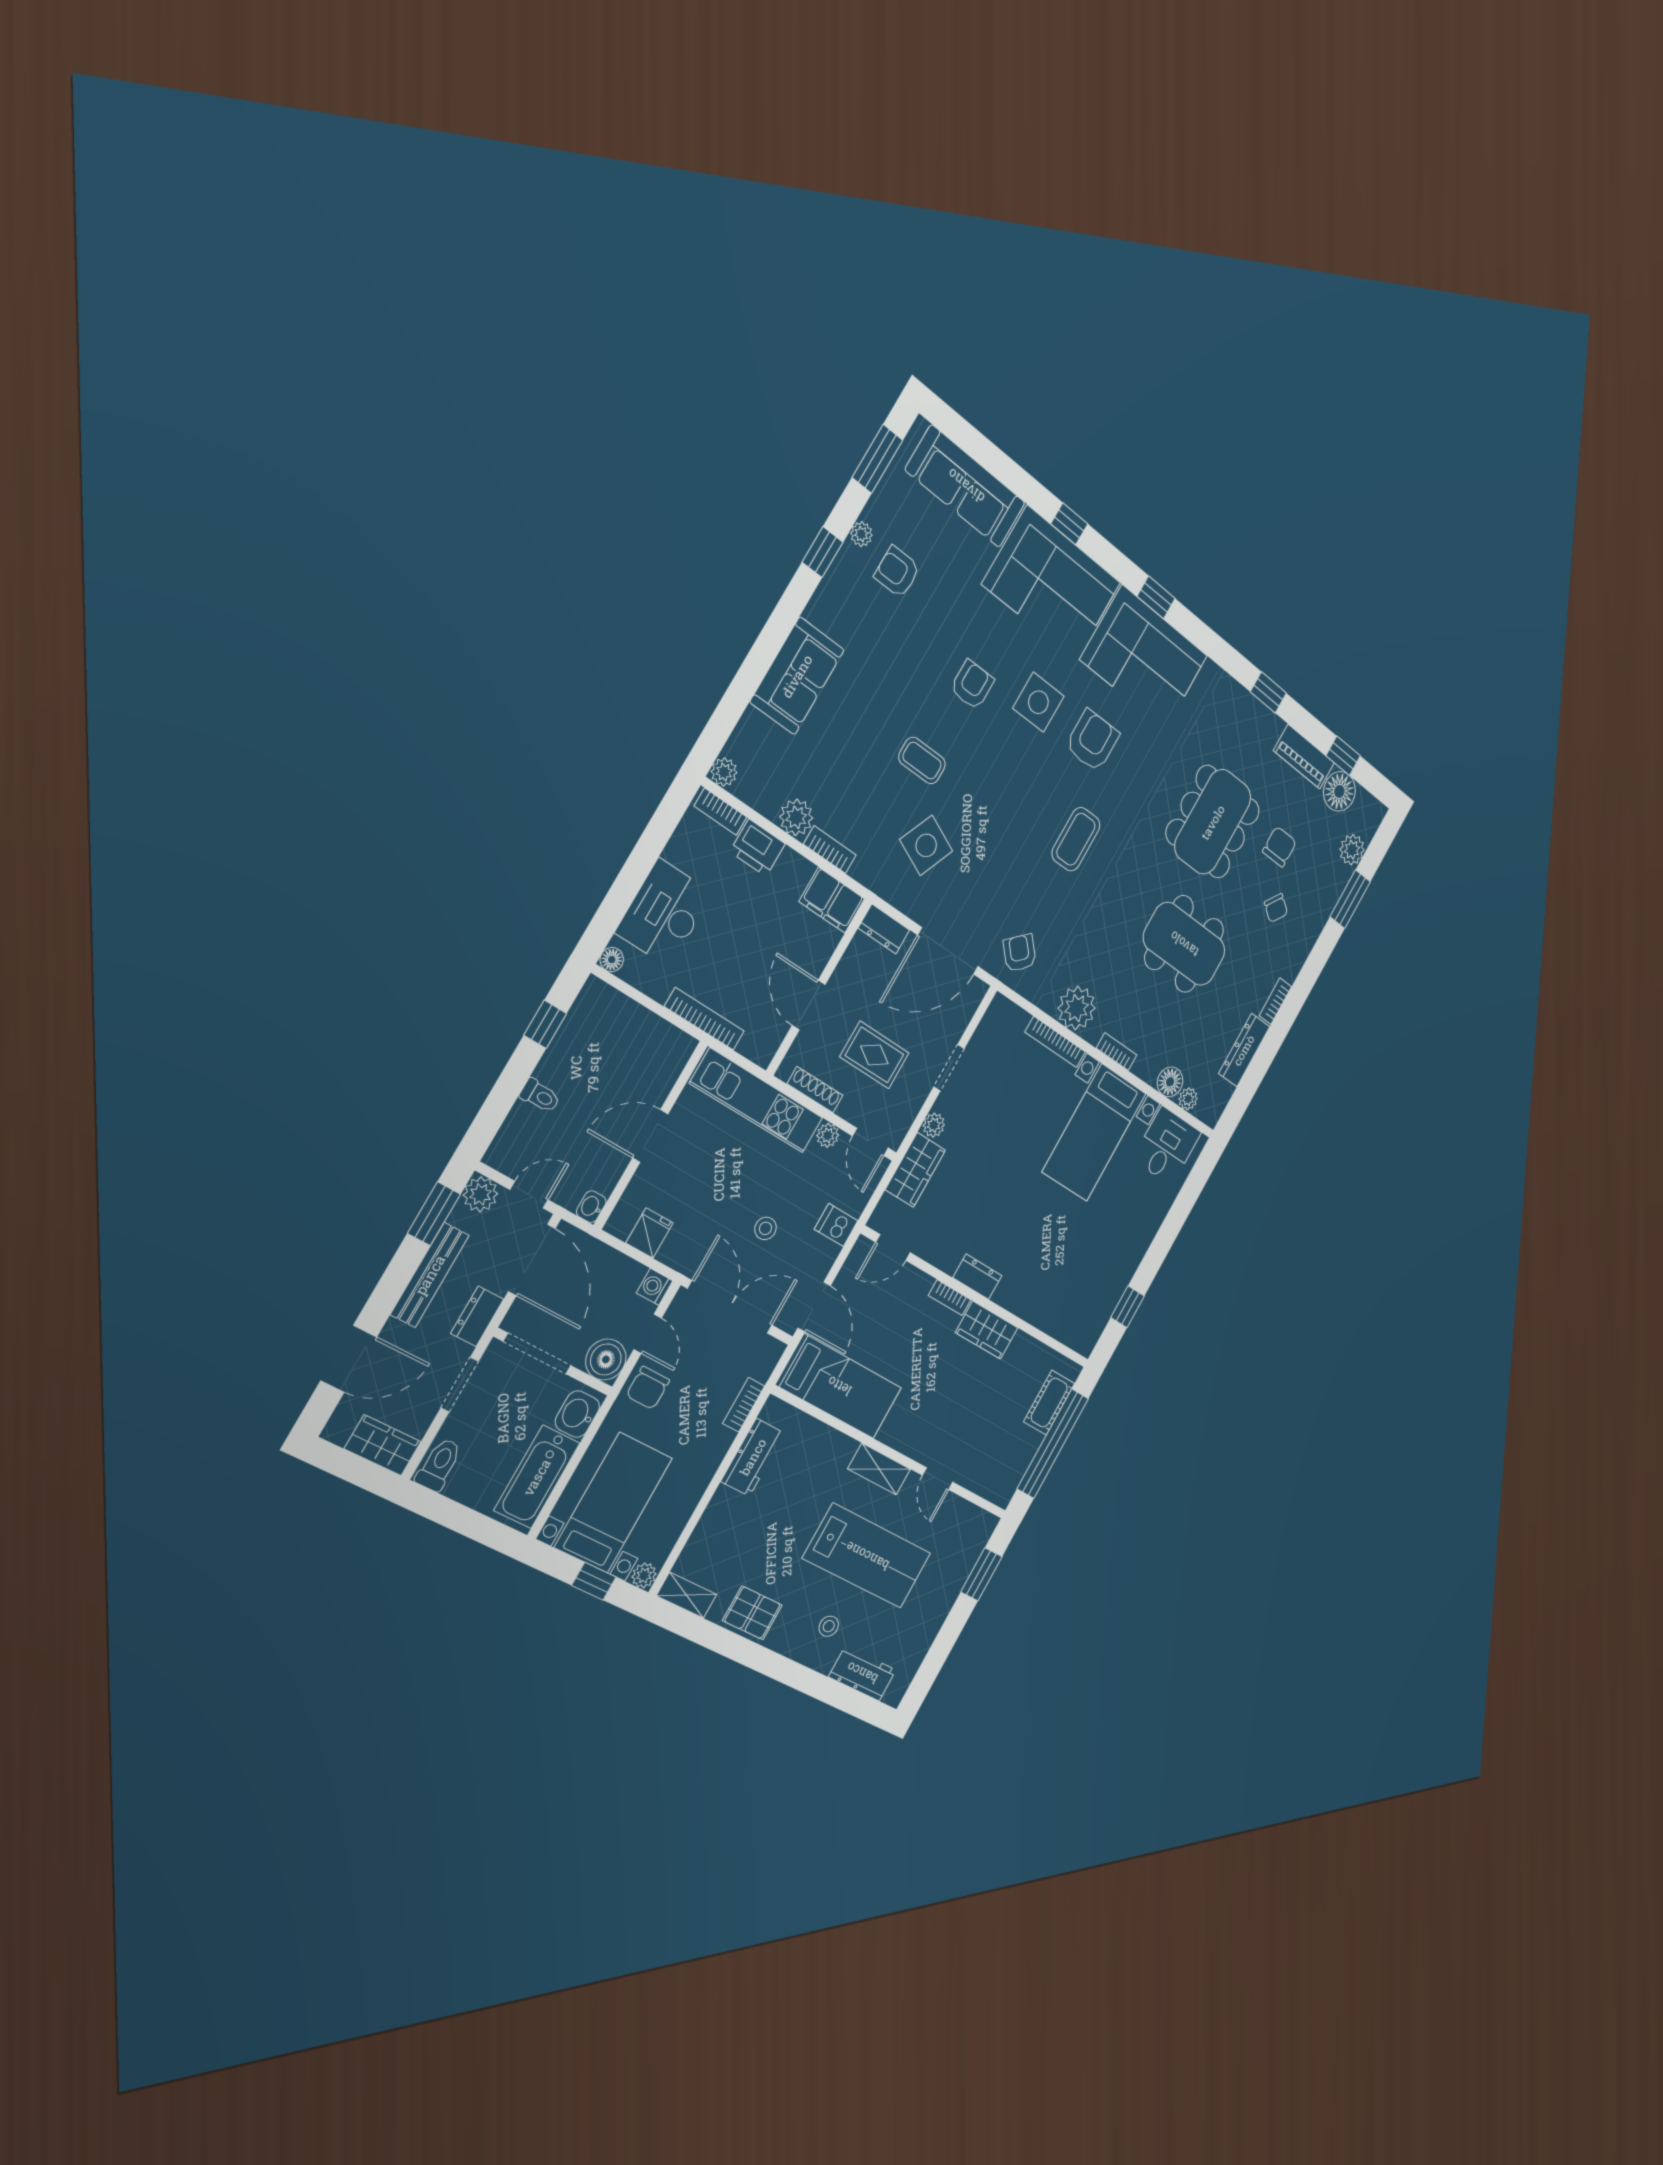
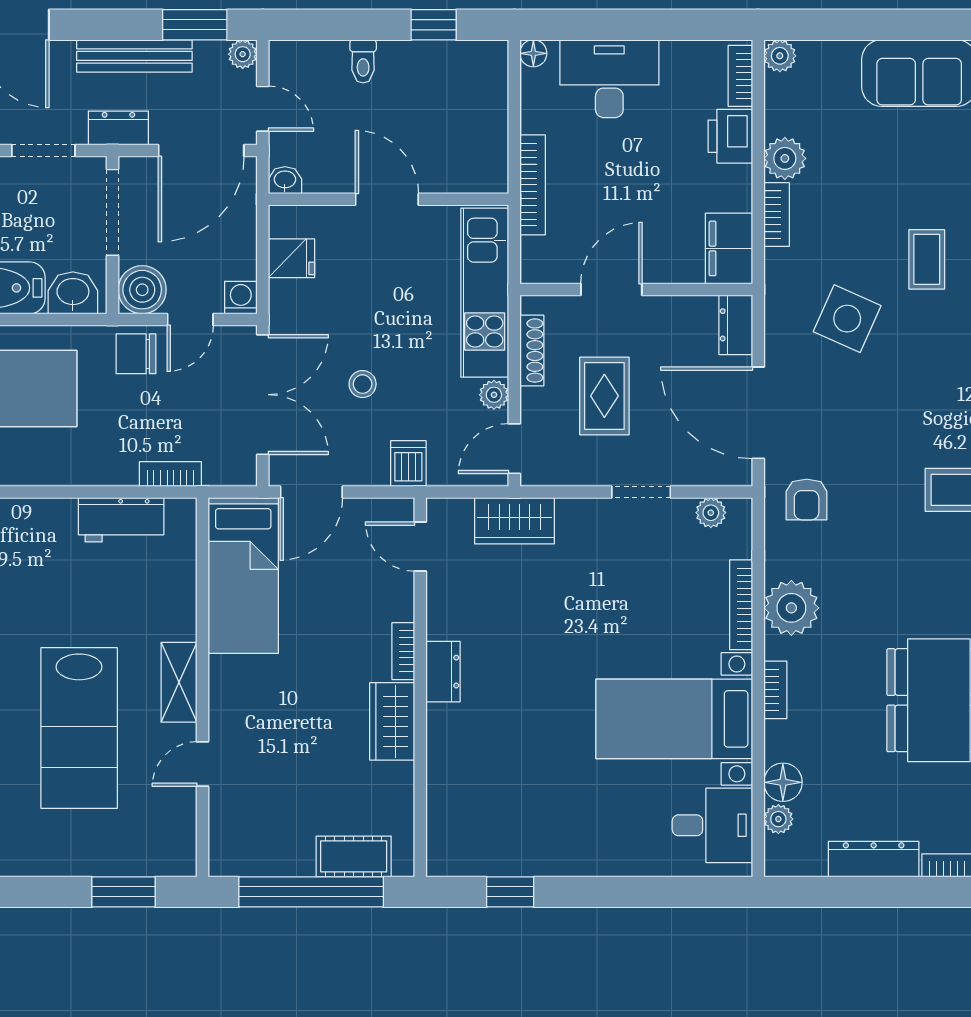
armchair: (1020, 953) -> (807, 499), turned 133
plant: (934, 1125) -> (711, 513), moved
plant: (480, 1194) -> (243, 54), width x0.73, depth x0.73

